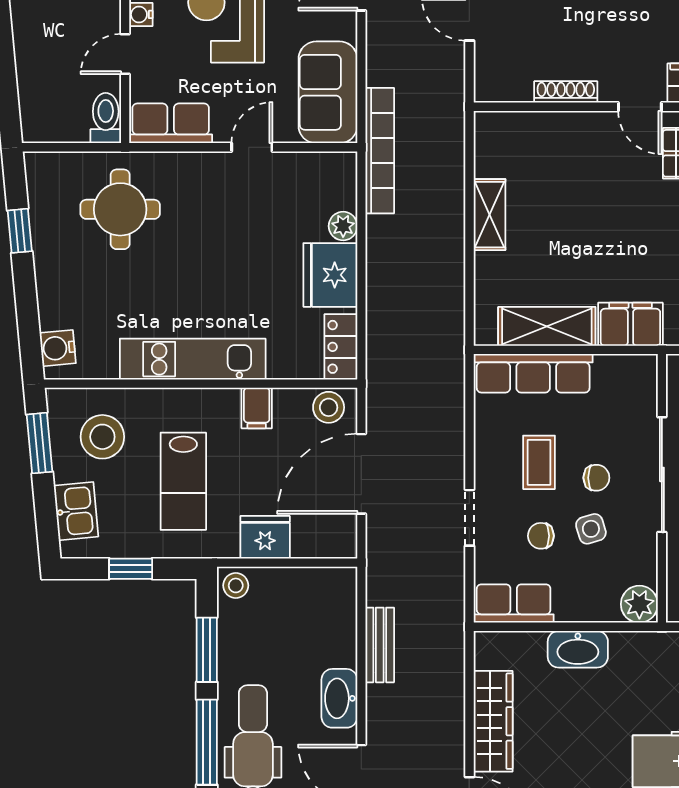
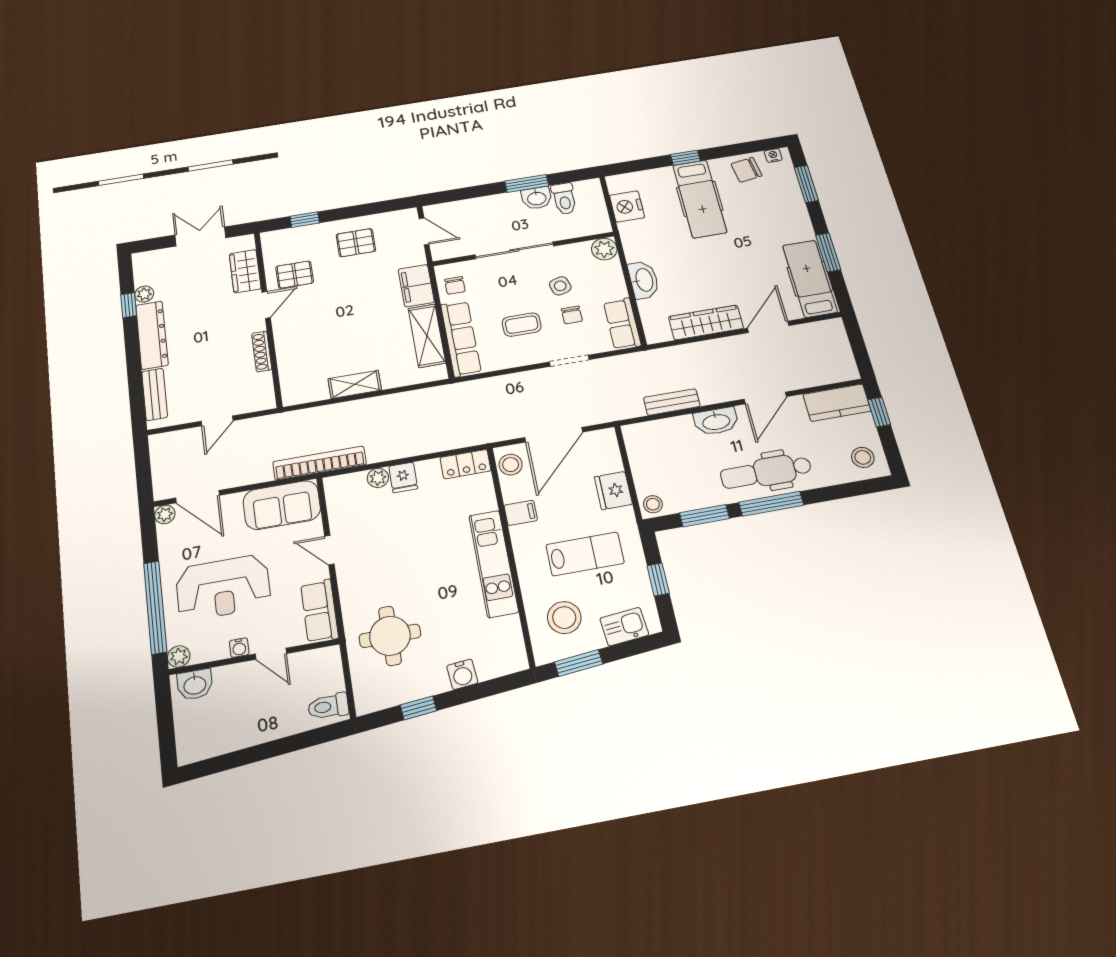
toilet: (106, 118) -> (328, 706), moved
fridge: (330, 275) -> (403, 477), width x0.53, depth x0.75
water cooler: (58, 348) -> (462, 674), moved
door: (361, 474) -> (554, 435), hinge flipped
chair: (596, 478) -> (455, 285), moved, turned 180

